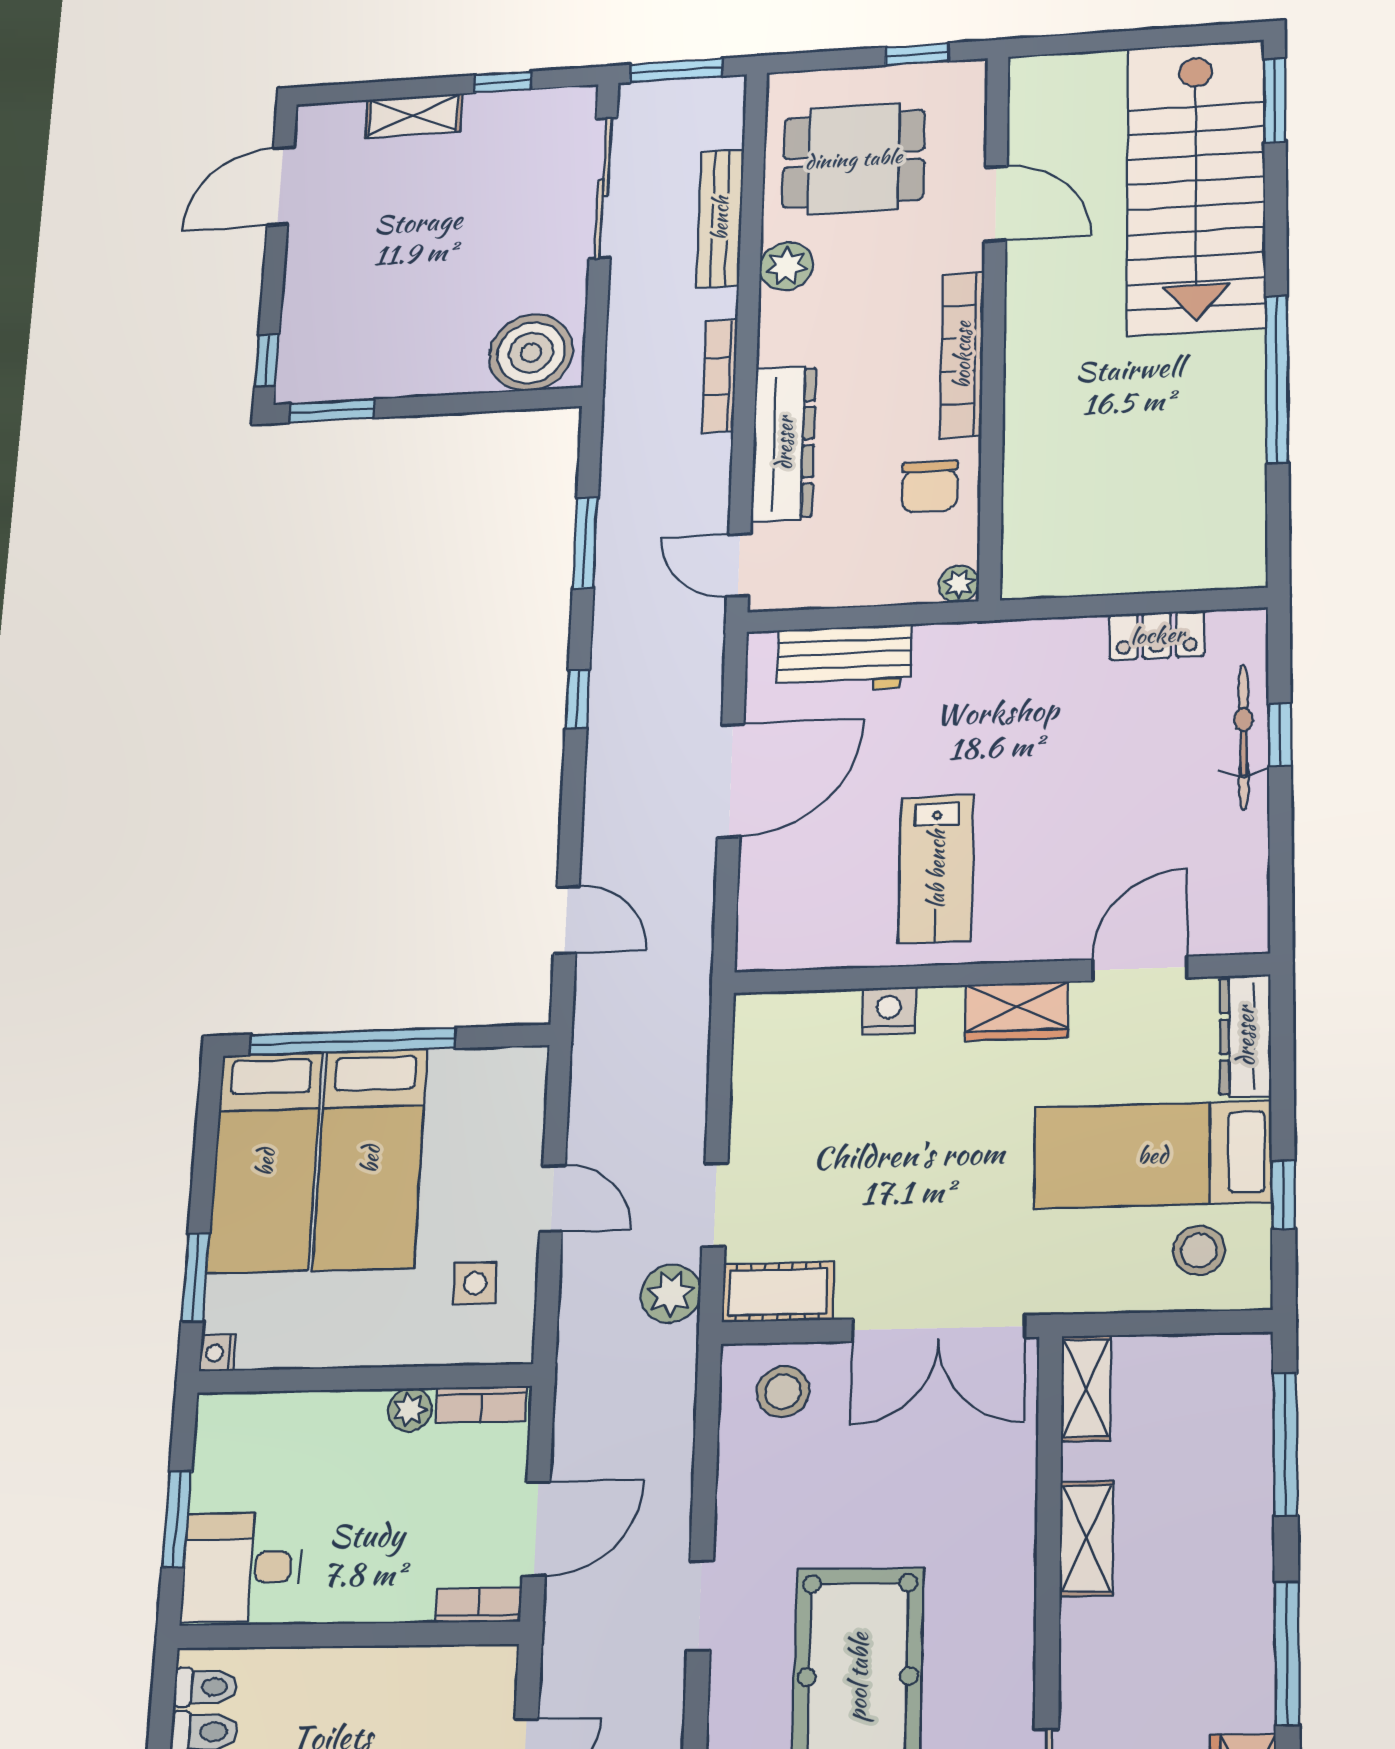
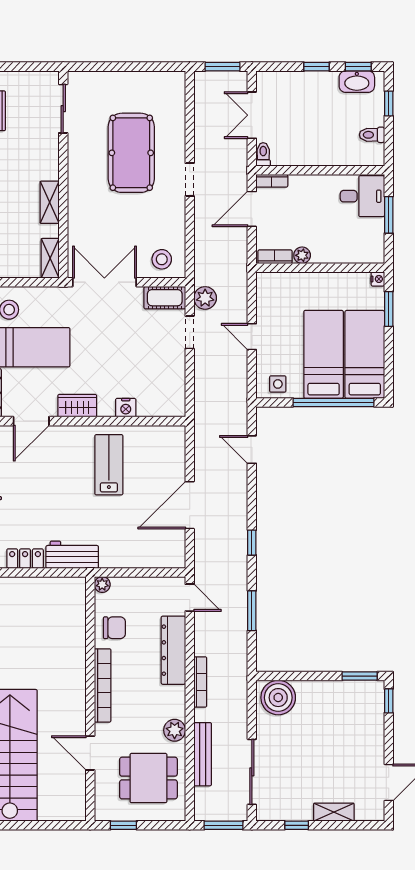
chair: (930, 486) -> (114, 628), turned 90
workbench: (844, 659) -> (72, 555), moved
side table: (475, 1283) -> (278, 384), moved
toilet: (206, 1687) -> (263, 154), moved, turned 90

